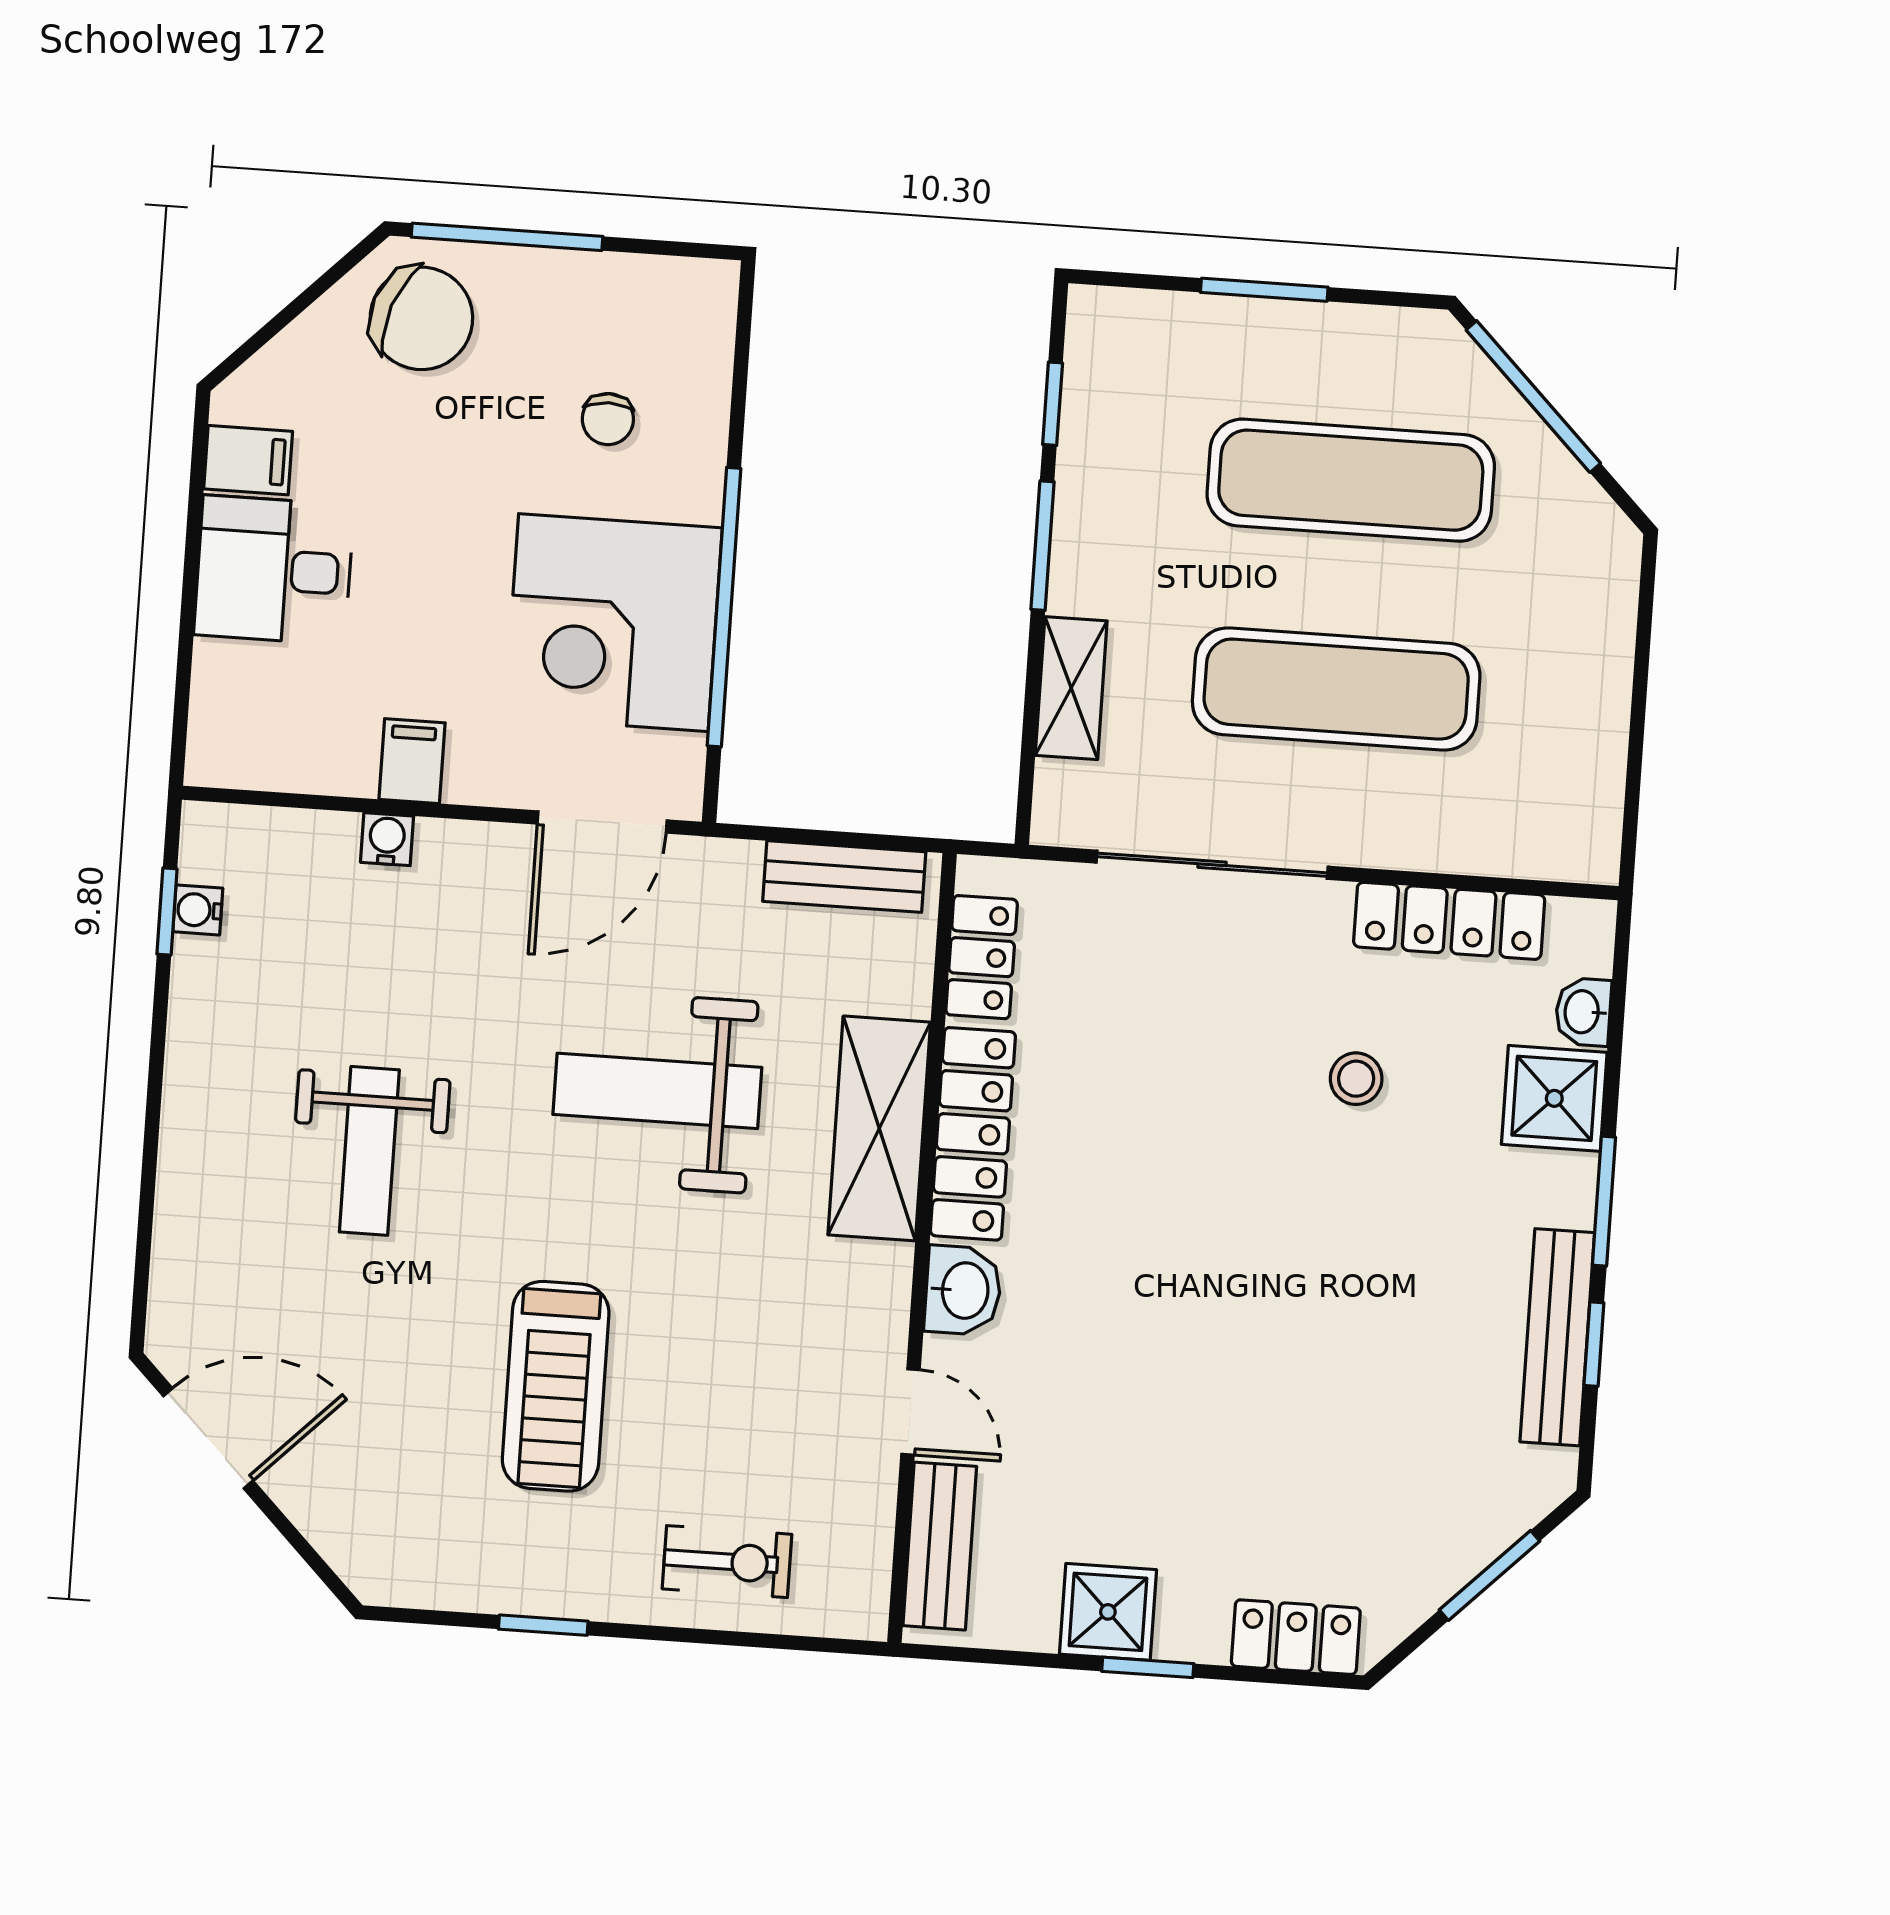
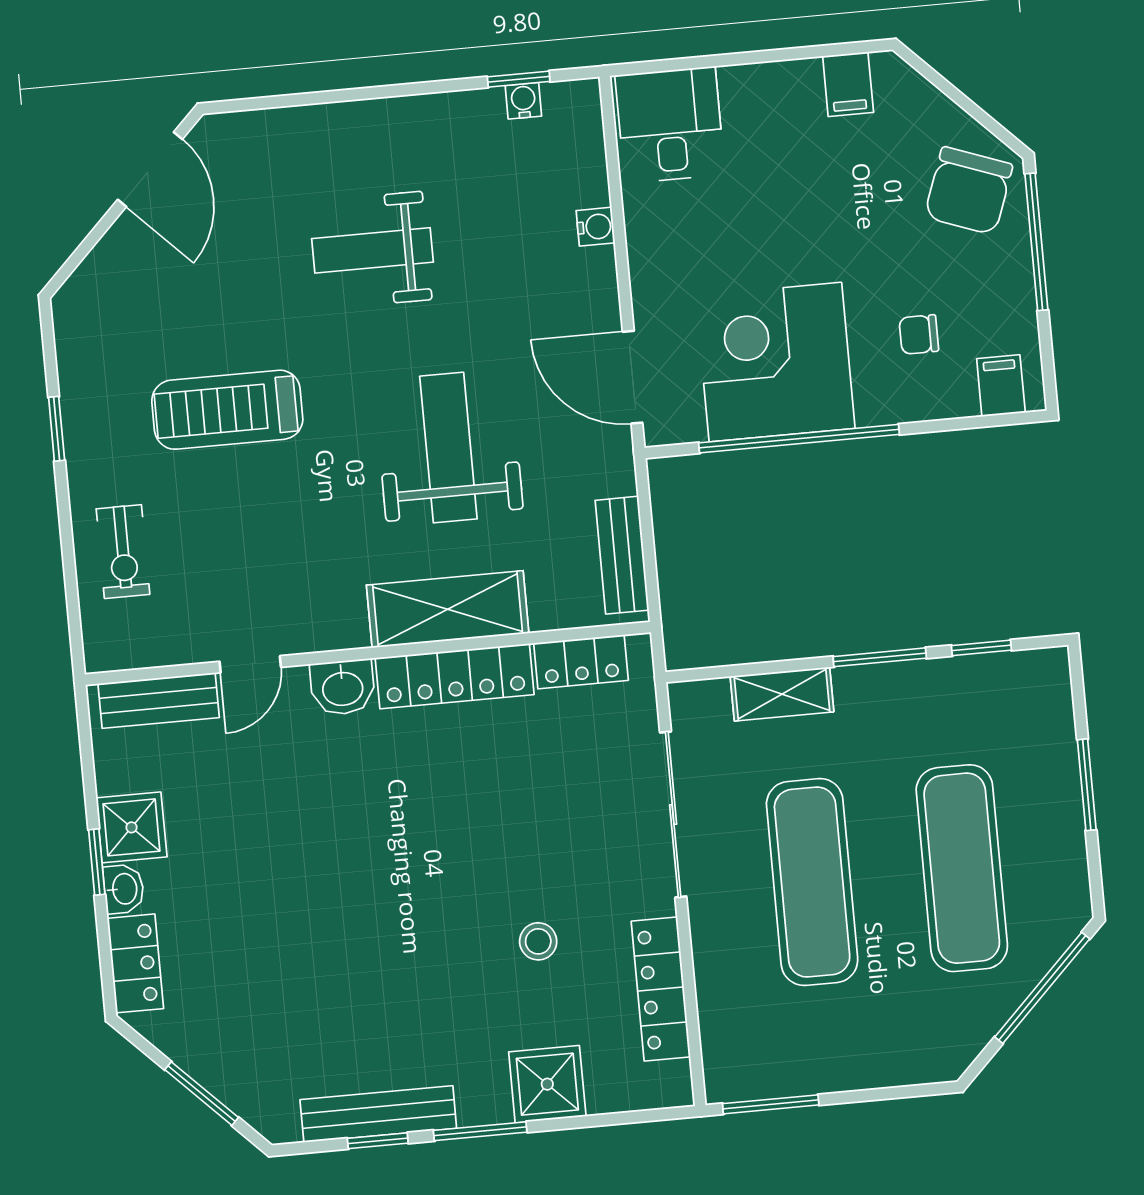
desk: (274, 570) -> (670, 125), moved
filing cabinet: (412, 761) -> (1001, 386), moved, turned -90
window: (1632, 796) -> (771, 1104), added
washbasin: (1583, 1012) -> (124, 889), moved, turned 90

